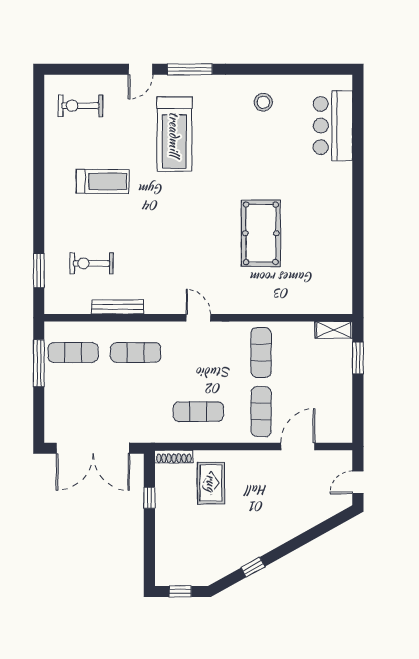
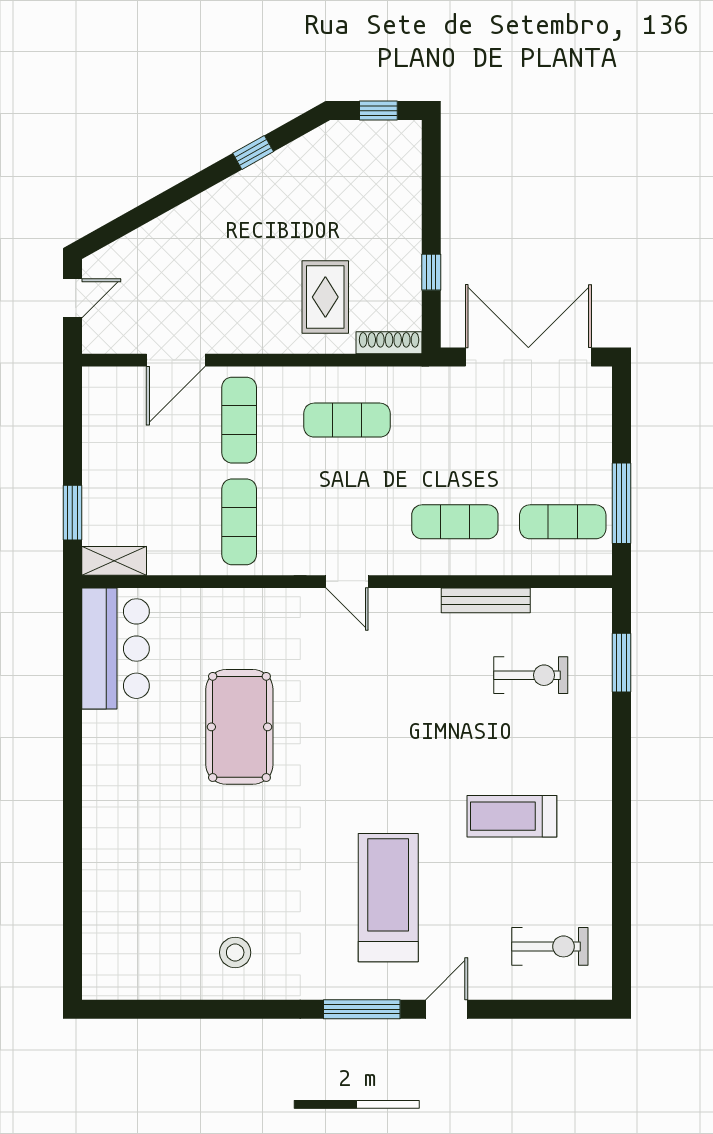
bar counter: (333, 126) -> (115, 649), moved

